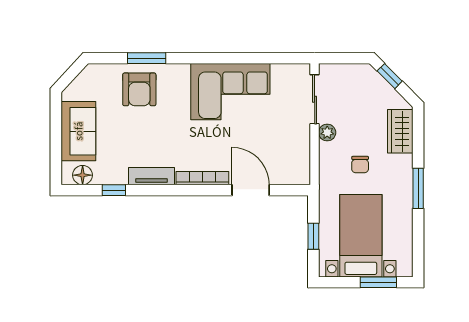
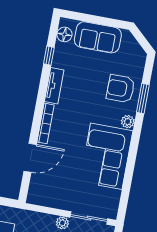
plant: (180, 72) -> (128, 122), added

